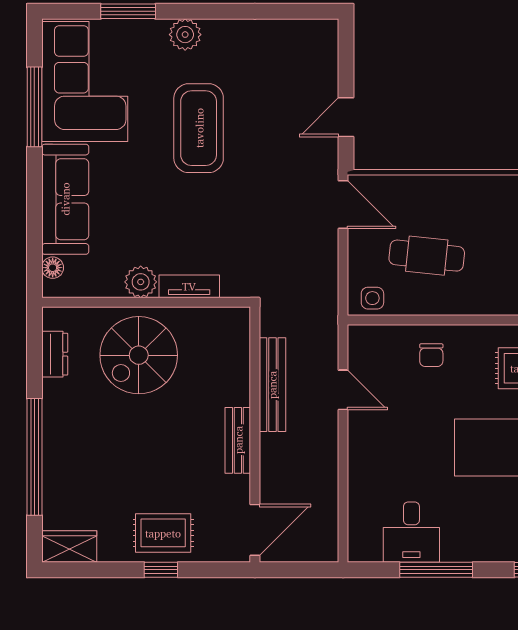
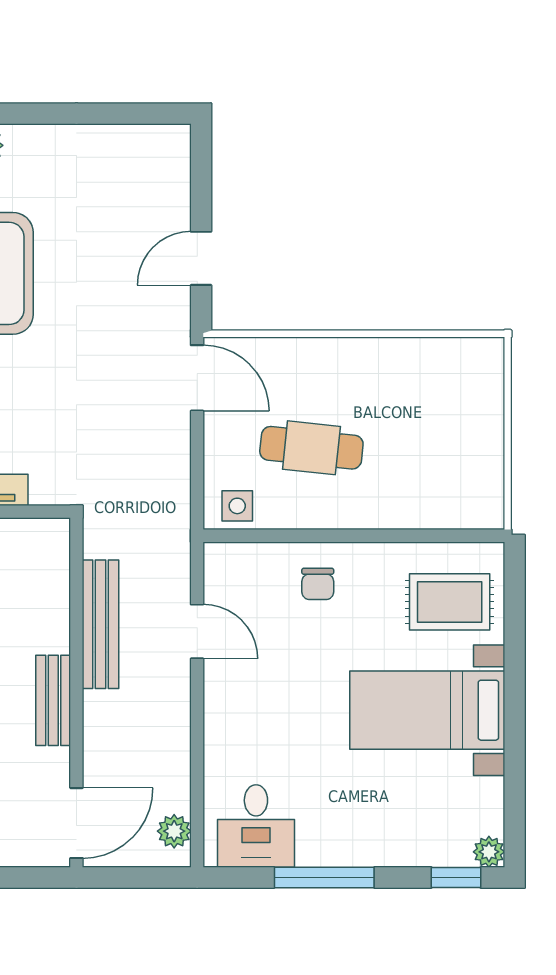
desk: (411, 532) -> (256, 826), moved
plant: (326, 536) -> (174, 831), added

